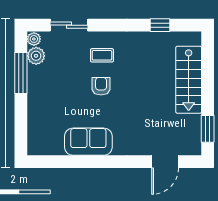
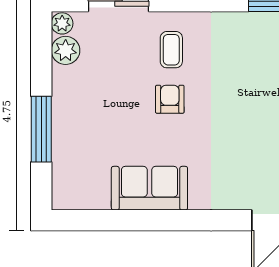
coffee table: (102, 55) -> (171, 50), turned 90
window: (21, 73) -> (41, 129), moved

